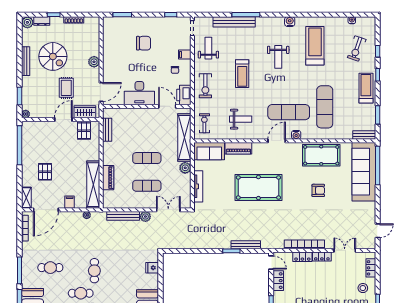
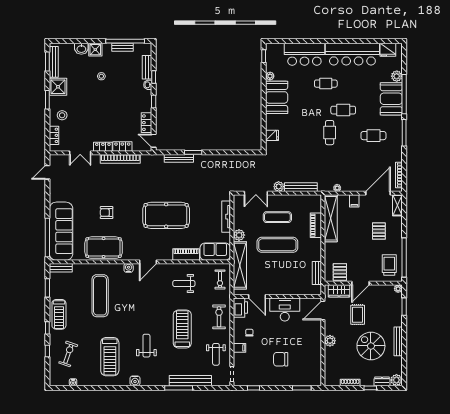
treadmill: (242, 74) -> (182, 329), width x1.37, depth x1.38
exercise mat: (289, 112) -> (136, 291), removed
trolley: (34, 138) -> (389, 265), added
exercise mat: (147, 158) -> (277, 245), width x1.36, depth x1.45

